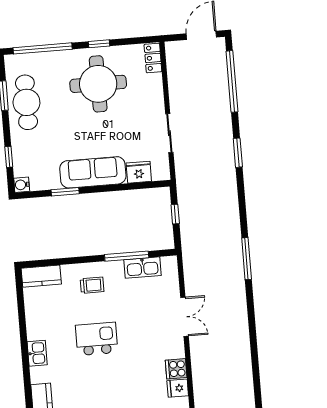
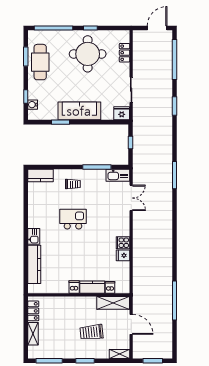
locker: (153, 58) -> (125, 53), moved
fridge: (139, 172) -> (122, 113), moved
water cooler: (22, 185) -> (33, 105), moved
kitchen sink: (143, 268) -> (118, 175), moved
double door: (184, 317) -> (131, 198), moved
kitchen sink: (37, 353) -> (34, 236), moved

